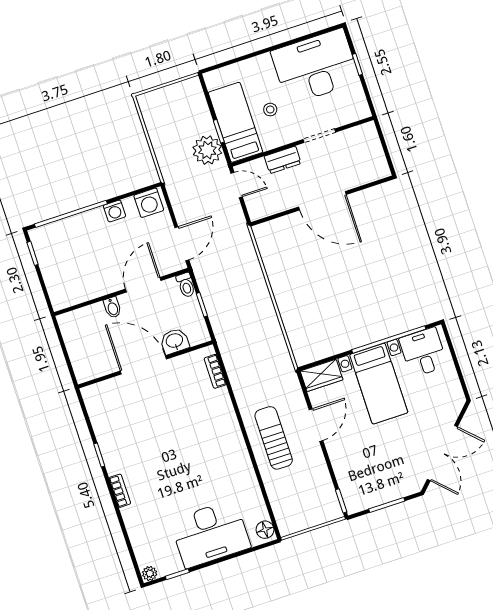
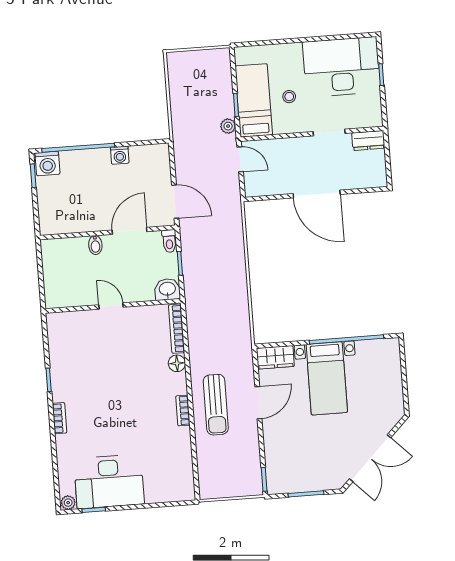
plant: (207, 150) -> (228, 126), width x0.53, depth x0.53
dresser: (283, 160) -> (368, 141), moved
washing machine: (149, 203) -> (47, 163), moved
door: (182, 244) -> (175, 202), hinge flipped
washbasin: (175, 341) -> (167, 289), moved
desk: (423, 352) -> (376, 359), removed
door: (143, 365) -> (111, 306), width x0.53
bookcase: (215, 371) -> (177, 329), width x1.56
sun lounger: (274, 438) -> (216, 405), turned 180
bookcase: (242, 452) -> (183, 411), added
floor lamp: (265, 530) -> (177, 363), moved
desk: (210, 534) -> (109, 481), moved

